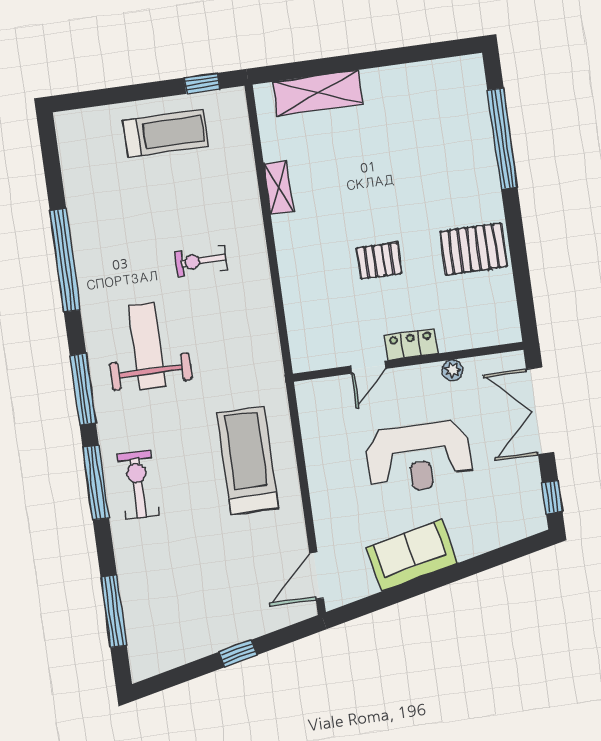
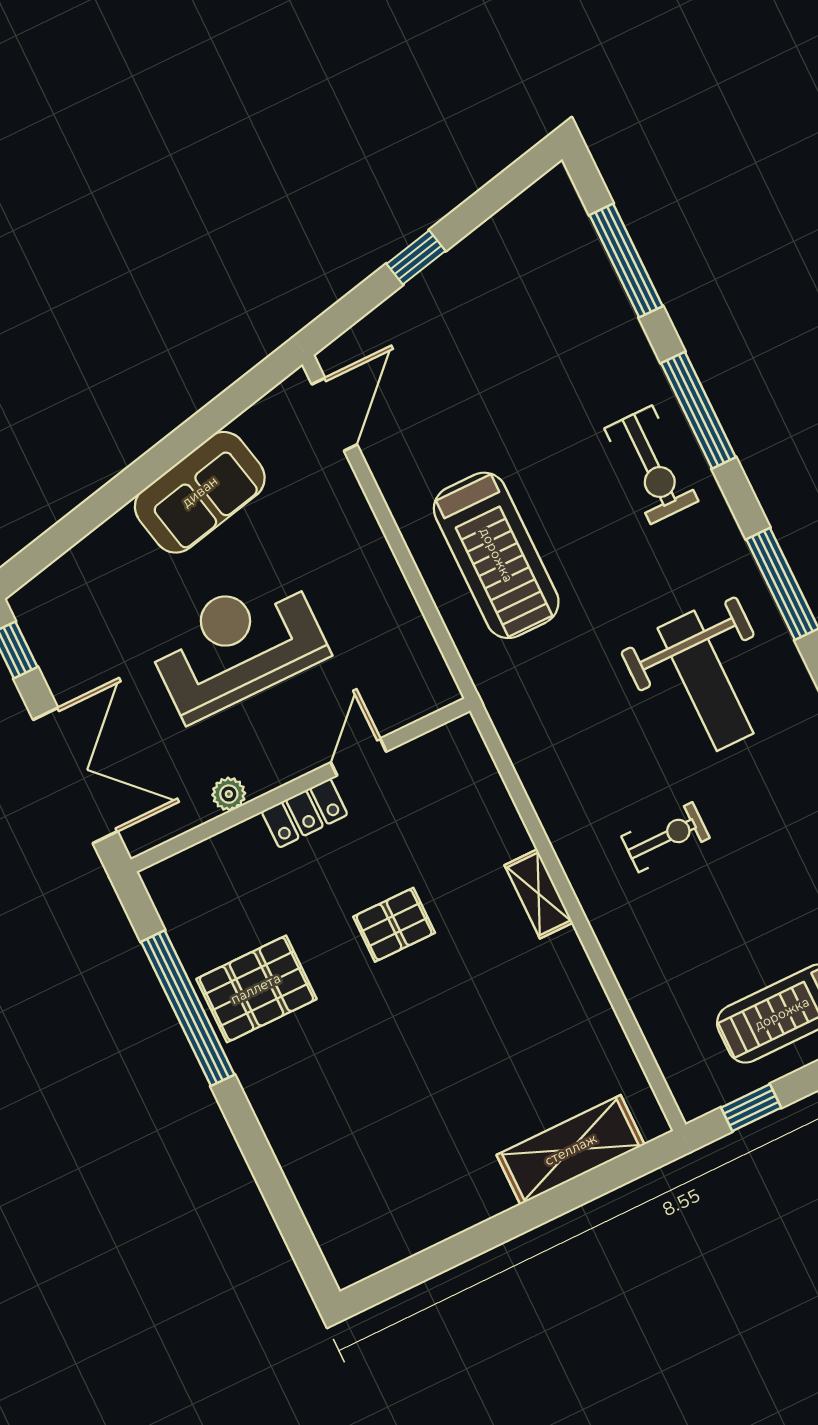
window: (502, 139) -> (188, 1008), moved
shelving: (279, 188) -> (539, 894), moved
window: (96, 483) -> (698, 410), moved

